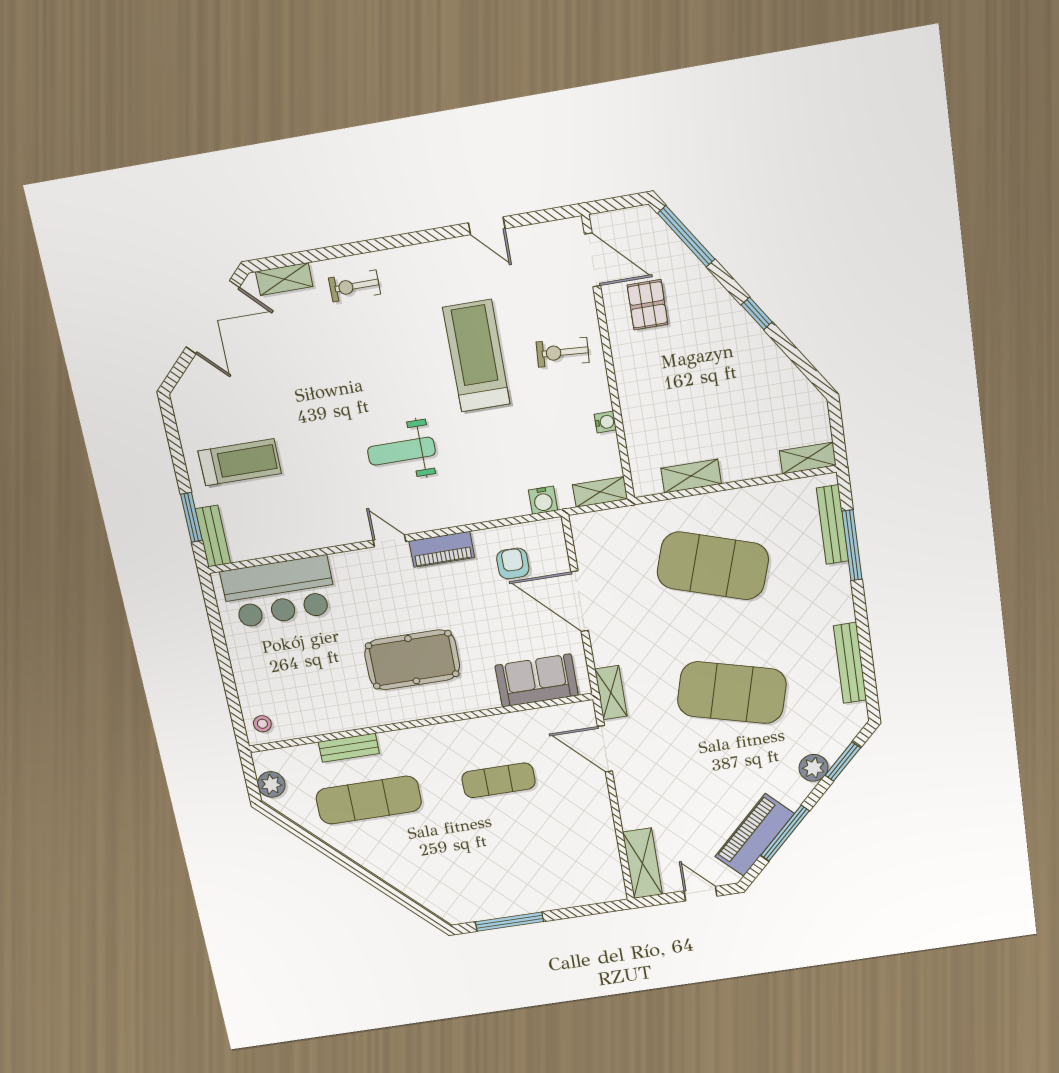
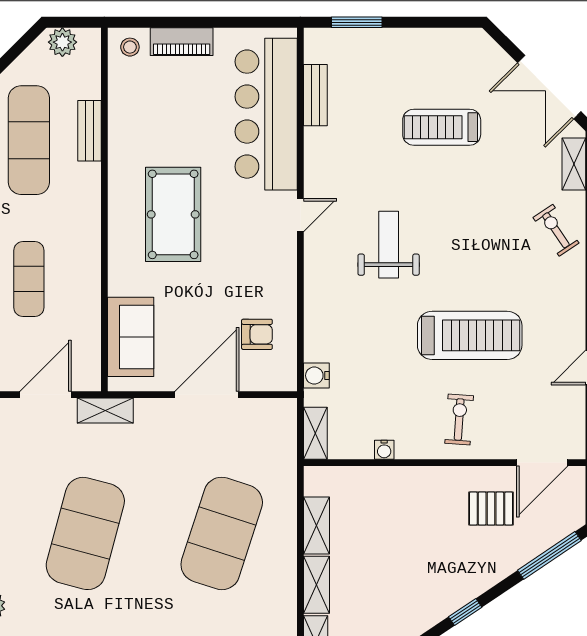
exercise bike: (354, 286) -> (556, 230), turned -34
treadmill: (240, 462) -> (442, 127), moved, turned 90
shelving: (750, 466) -> (316, 585), added
bench: (213, 536) -> (315, 95), moved, turned 90
piano: (442, 549) -> (182, 42), moved, turned -90
bar counter: (279, 592) -> (266, 114), width x1.36

